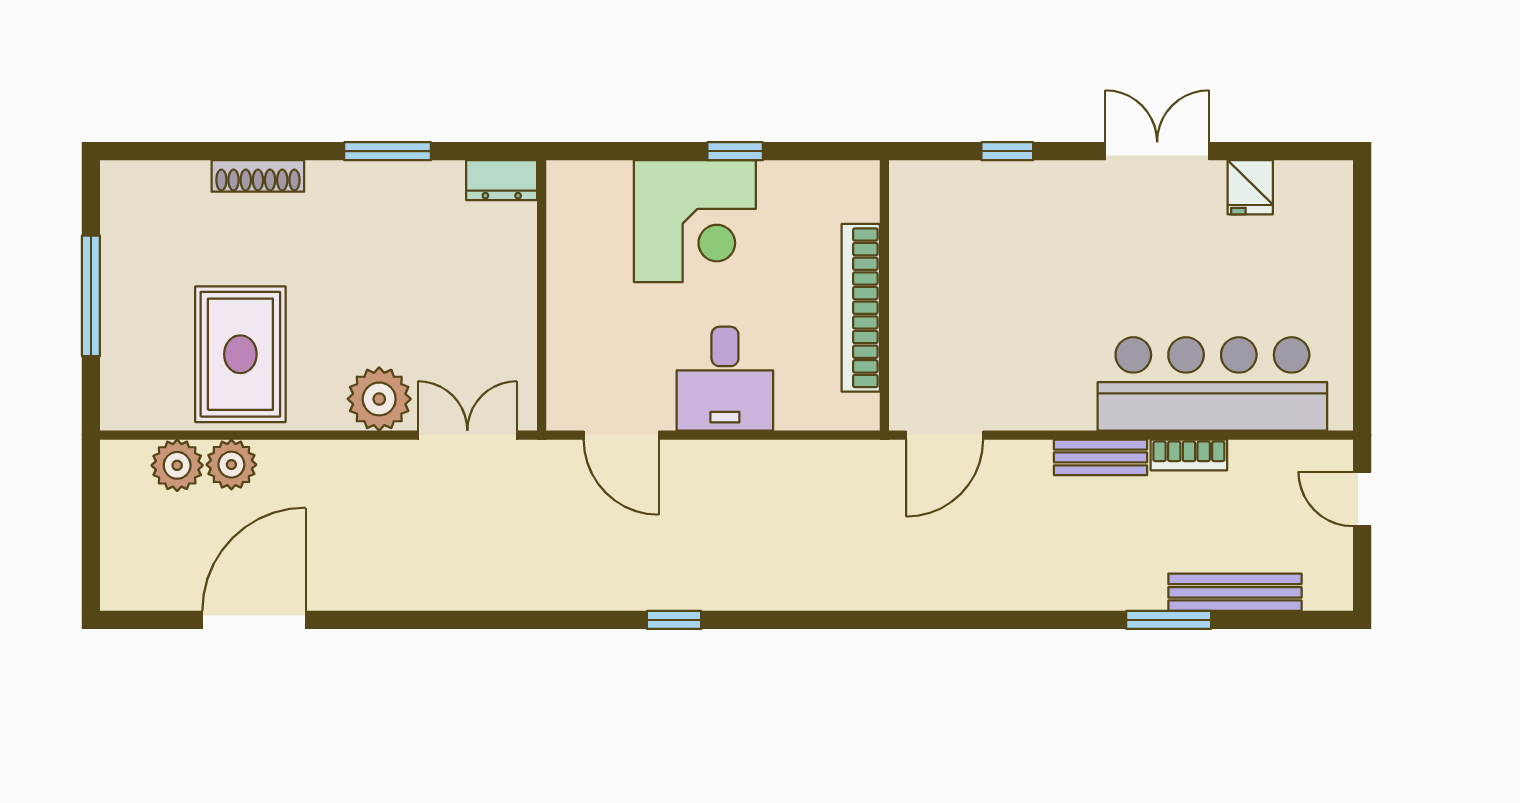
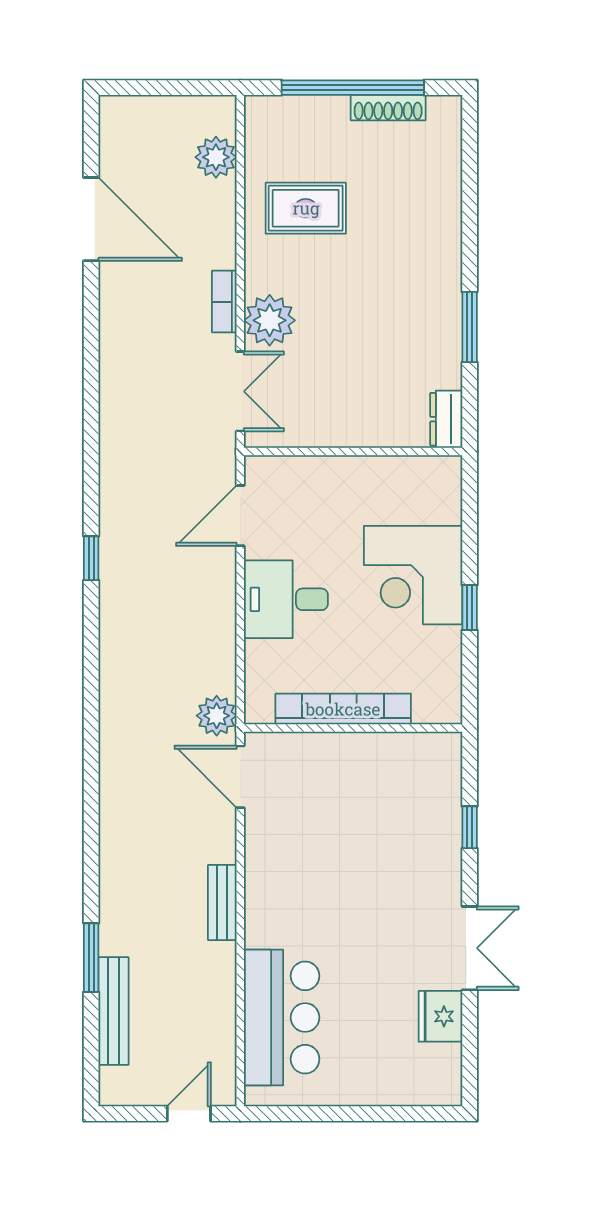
shoe rack: (258, 176) -> (388, 108), moved, turned -90
fridge: (1250, 187) -> (440, 1016), width x1.38
window: (91, 296) -> (353, 88), width x1.46
rug: (240, 354) -> (306, 208), width x0.73, depth x0.70
bar counter: (1212, 384) -> (282, 1018), width x0.73
bookcase: (1189, 455) -> (224, 302), moved
plant: (231, 465) -> (217, 716), moved

